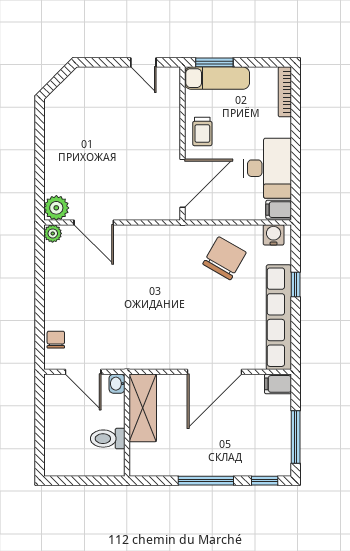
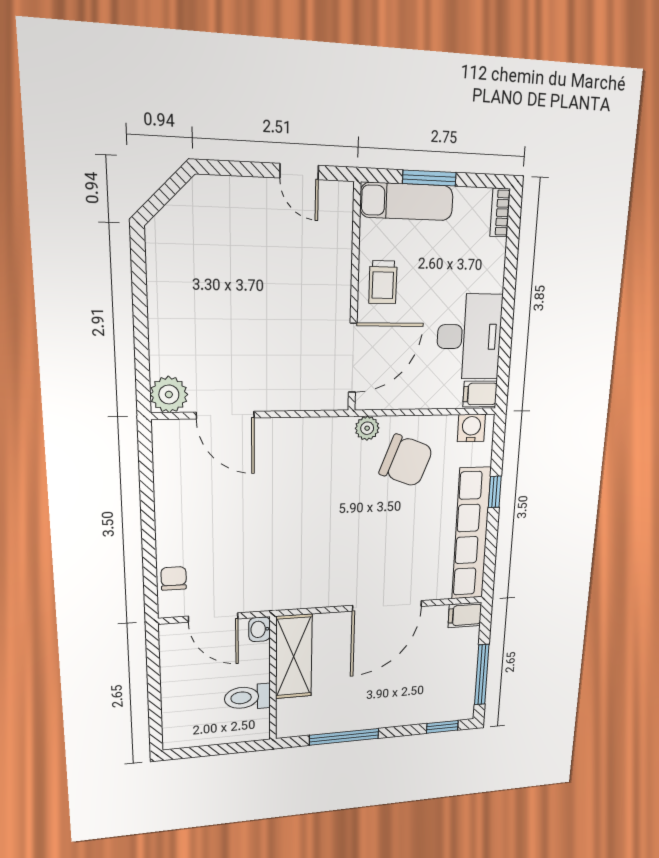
window: (214, 62) -> (429, 178), moved
bookcase: (285, 92) -> (500, 213), width x0.64
plant: (53, 233) -> (367, 428), moved
chair: (225, 258) -> (406, 461), turned 81
window: (206, 481) -> (344, 737), moved

